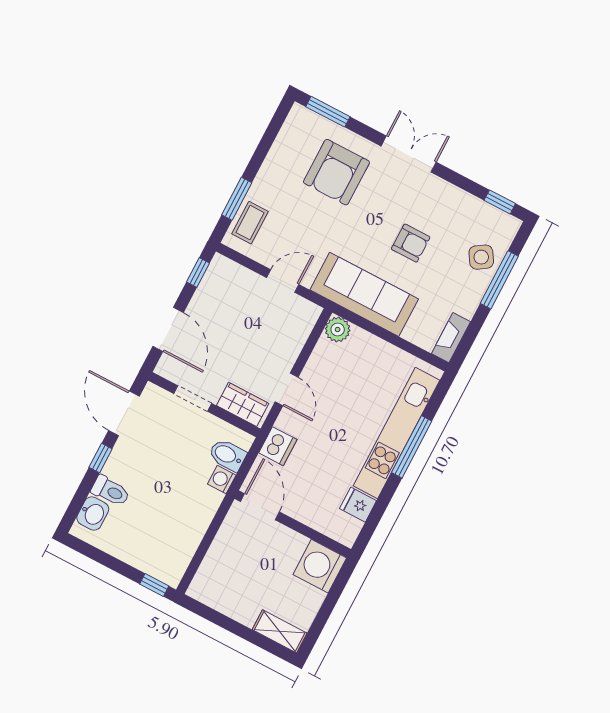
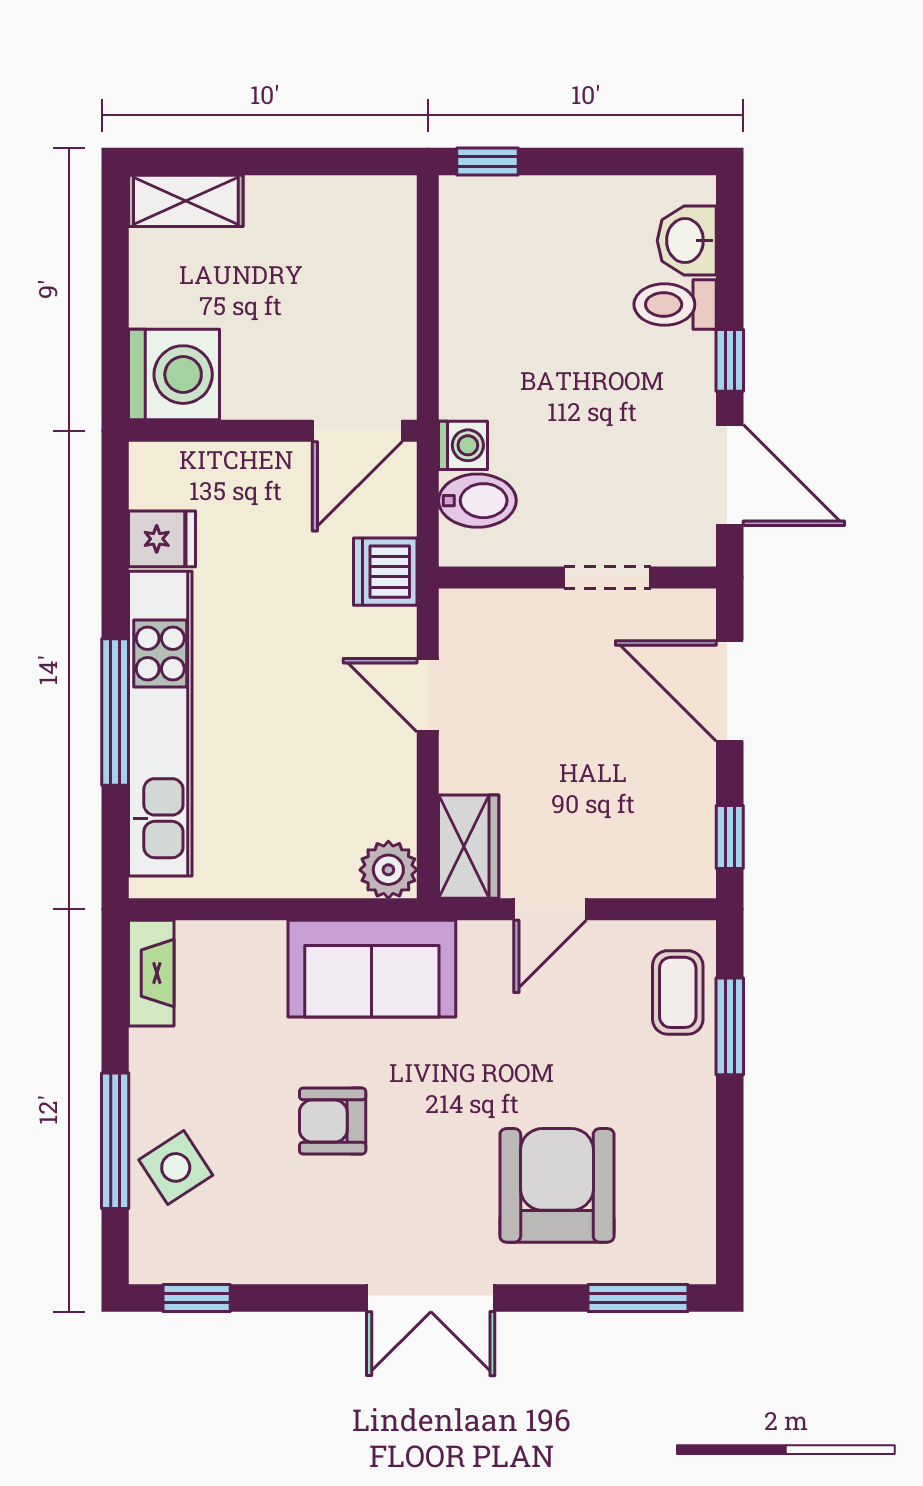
sofa: (364, 294) -> (372, 969), width x0.73
wardrobe: (243, 404) -> (469, 847), moved, turned -90
door: (260, 507) -> (357, 431), hinge flipped

